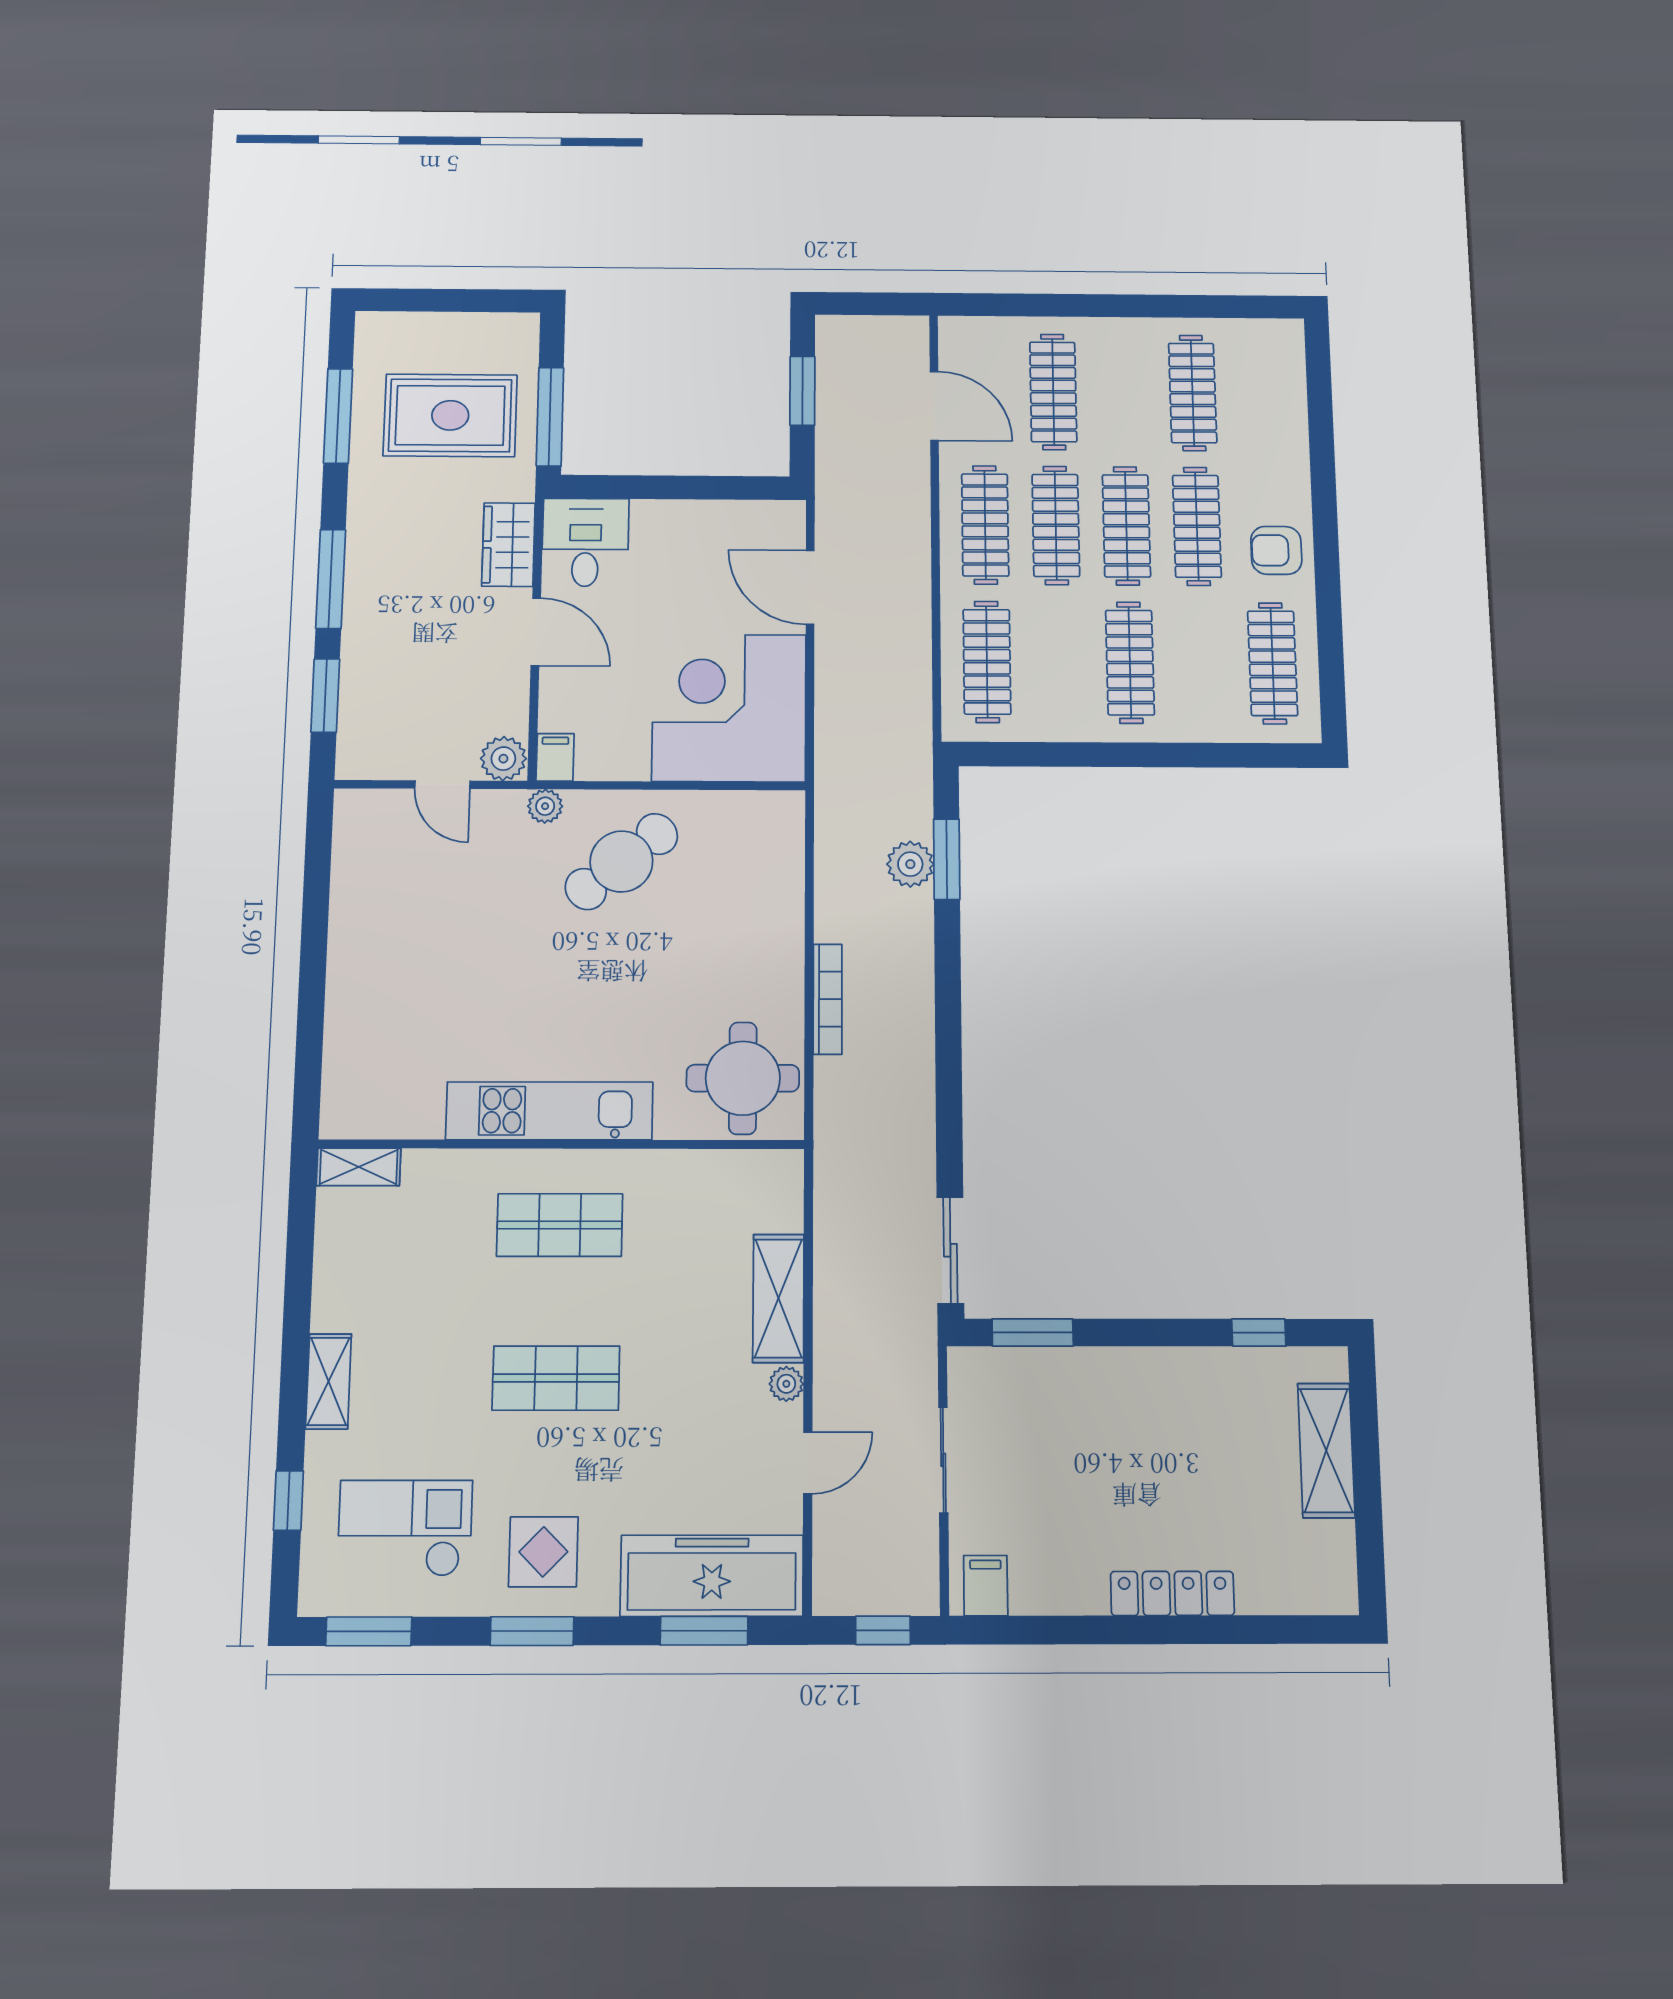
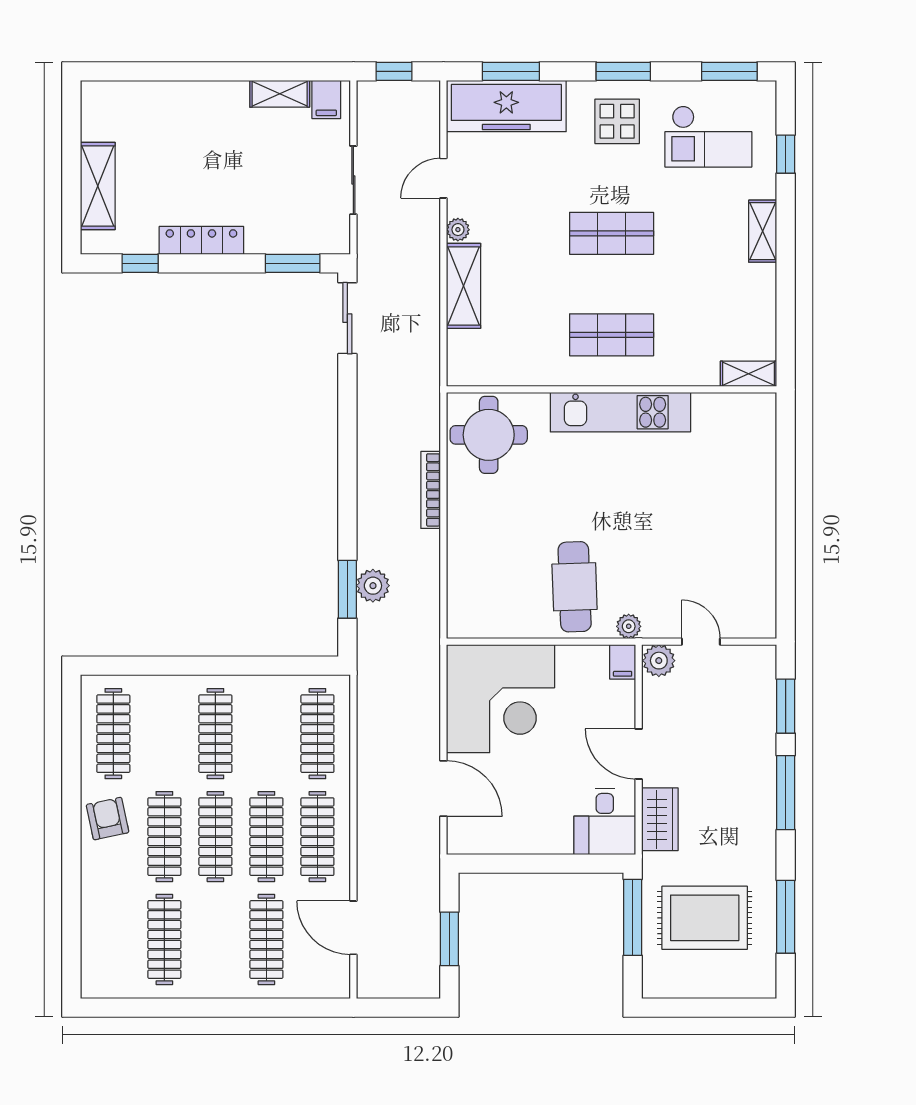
armchair: (1276, 550) -> (108, 819), turned -102
cafe table: (621, 861) -> (575, 587), turned -53
locker: (1172, 1593) -> (201, 240), moved, turned 180
shelving: (1057, 1594) -> (280, 94), added

